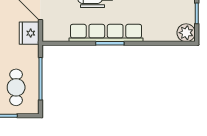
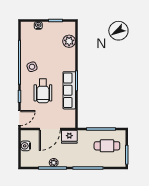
row of seats: (106, 33) -> (69, 90), width x0.73
plant: (186, 33) -> (69, 41), moved

